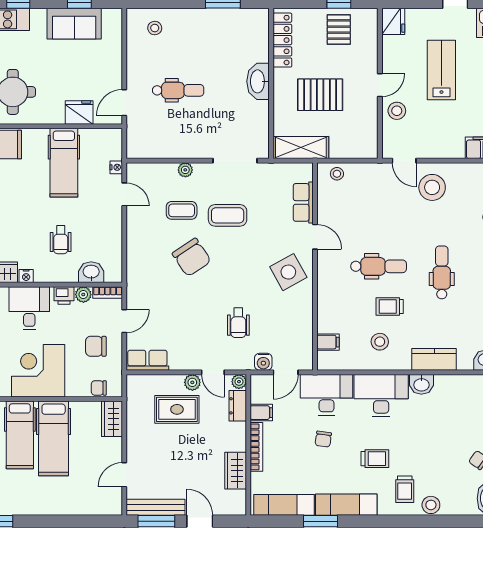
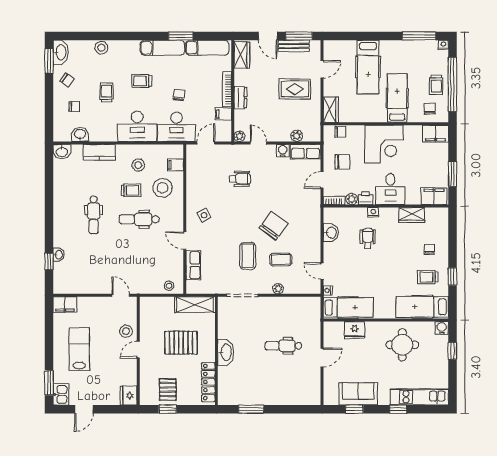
stool: (155, 28) -> (300, 391), removed
lab bench: (441, 70) -> (79, 349), moved, turned 180
door: (124, 103) -> (322, 358), moved
hospital bed: (64, 163) -> (348, 307), moved, turned 90
stool: (432, 187) -> (163, 188), moved
coffee table: (228, 215) -> (248, 256), turned 90
chair: (192, 257) -> (274, 226), turned 70
washbasin: (91, 272) -> (331, 233), moved, turned -90
side table: (288, 272) -> (204, 215), width x0.54, depth x0.54
nightstand: (26, 276) -> (373, 212), moved
wheelchair: (238, 323) -> (240, 179), turned 90
water cooler: (263, 362) -> (283, 151), moved
plant: (192, 382) -> (297, 136), moved
washbasin: (421, 384) -> (80, 134), moved
dresser: (238, 406) -> (240, 98), moved
rug: (177, 409) -> (295, 89), moved
chair: (469, 423) -> (74, 107), added
hospital bed: (54, 438) -> (368, 67), moved, turned 180
wardrobe: (236, 471) -> (242, 55), moved
trolley: (405, 489) -> (107, 92), moved
bench: (156, 507) -> (294, 46), width x0.73

